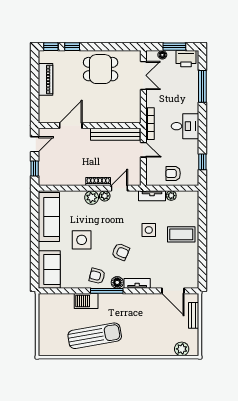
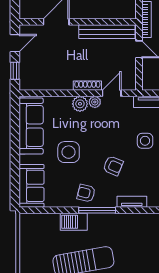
floor lamp: (117, 282) -> (109, 201), removed

